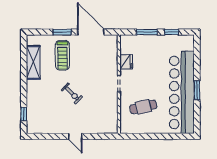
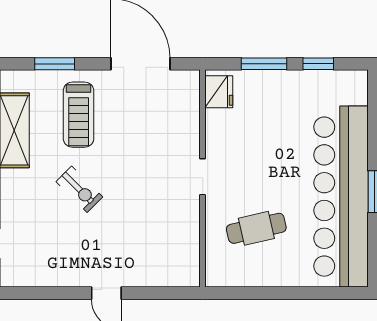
window: (62, 32) -> (55, 64), moved
fridge: (126, 62) -> (219, 92), moved
exercise bike: (72, 93) -> (79, 189), moved

